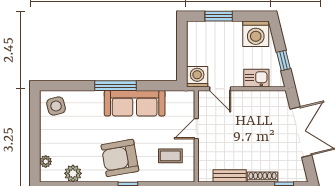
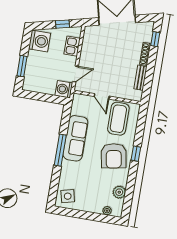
coffee table: (170, 156) -> (118, 119), width x1.86, depth x1.72

